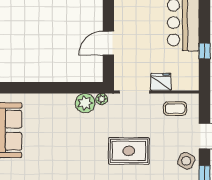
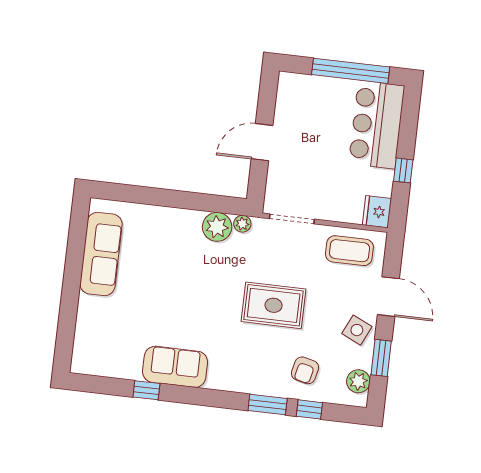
fridge: (161, 82) -> (377, 212), moved, turned -90
coffee table: (175, 109) -> (349, 251), width x1.36, depth x1.30

